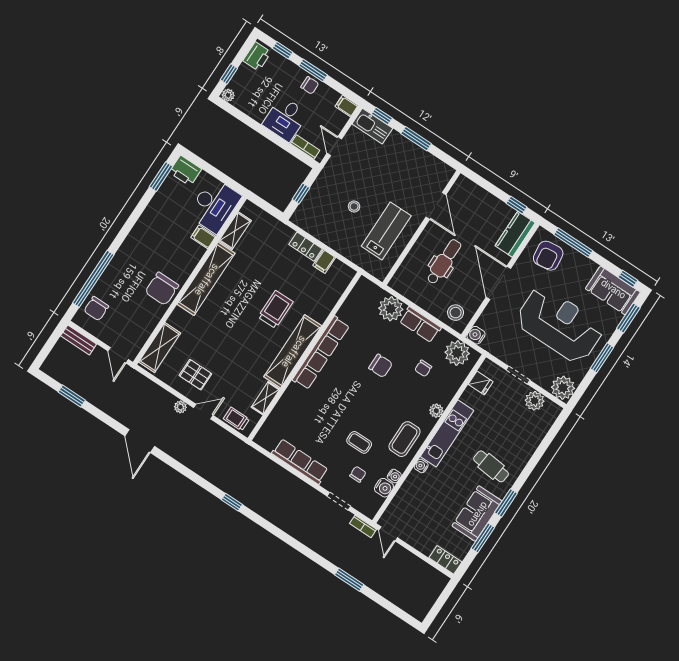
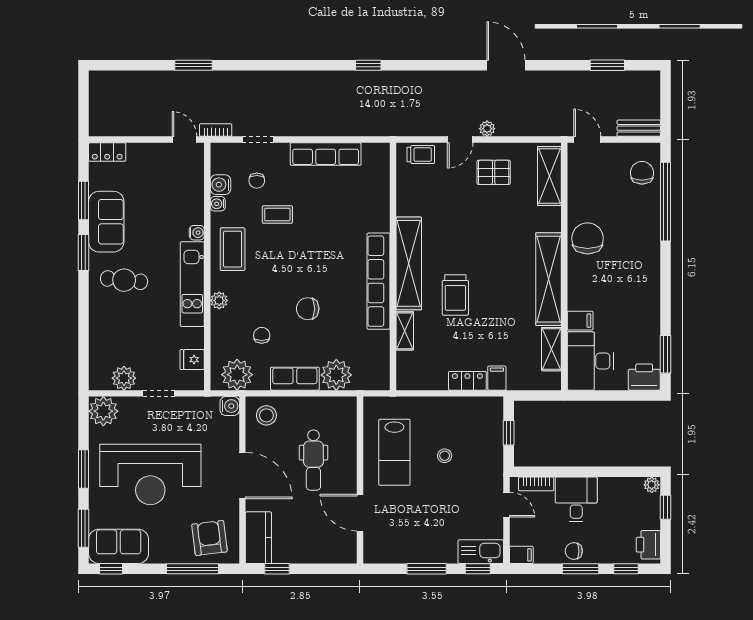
filing cabinet: (324, 262) -> (497, 378), moved
shelving: (266, 398) -> (405, 331), moved

